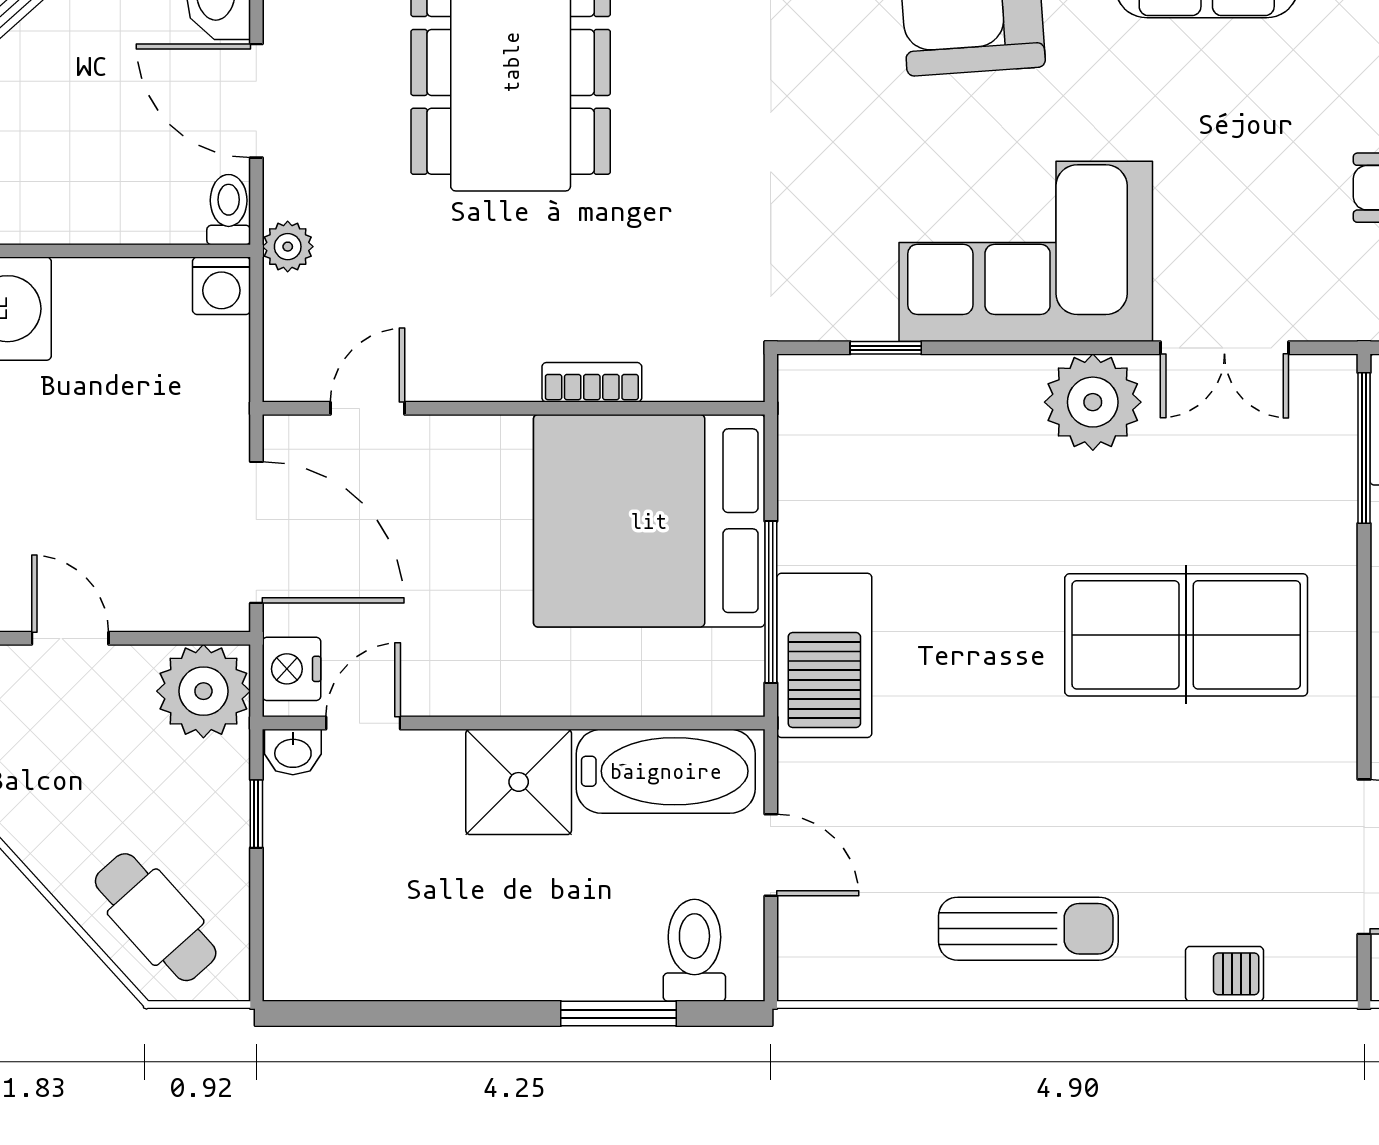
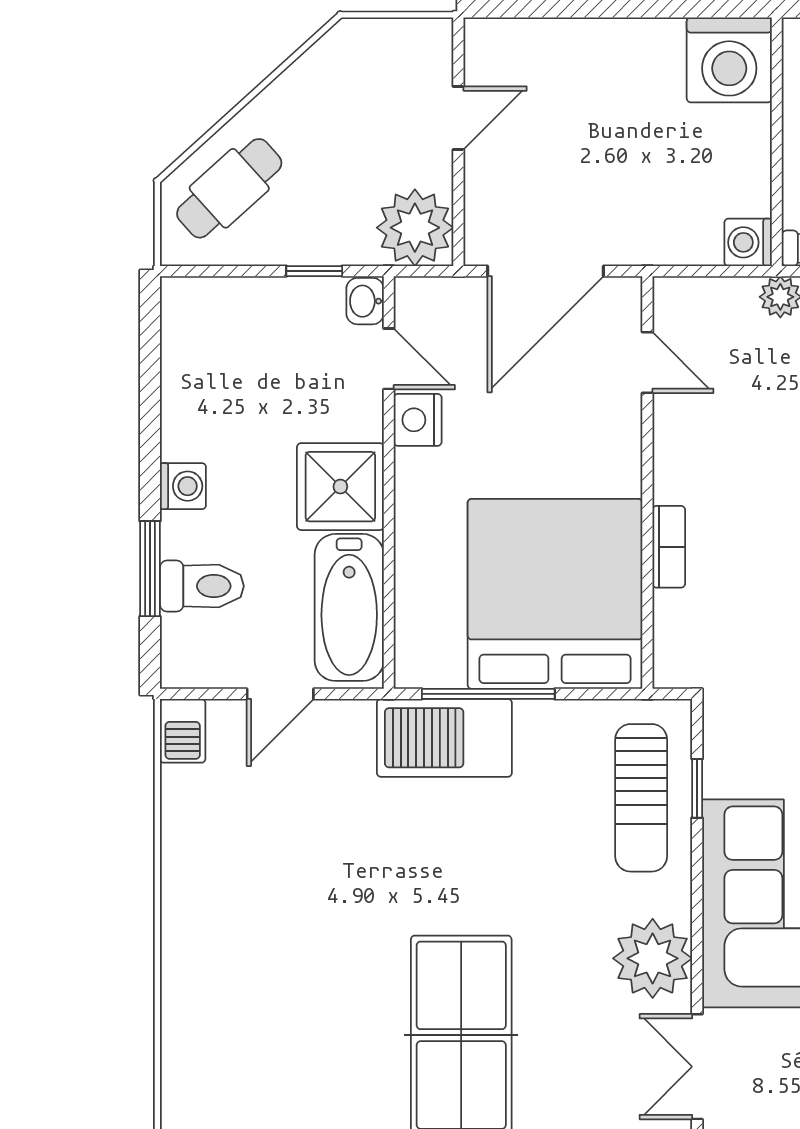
nightstand: (292, 669) -> (418, 420), moved, turned -90
sun lounger: (1028, 929) -> (641, 798), moved
toilet: (694, 950) -> (202, 586), moved
washing machine: (518, 973) -> (183, 486), added
barbecue: (1224, 974) -> (183, 731), moved

